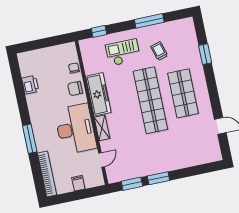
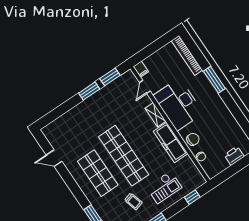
printer: (30, 85) -> (234, 156), moved, turned 90
filing cabinet: (78, 183) -> (141, 69), moved

